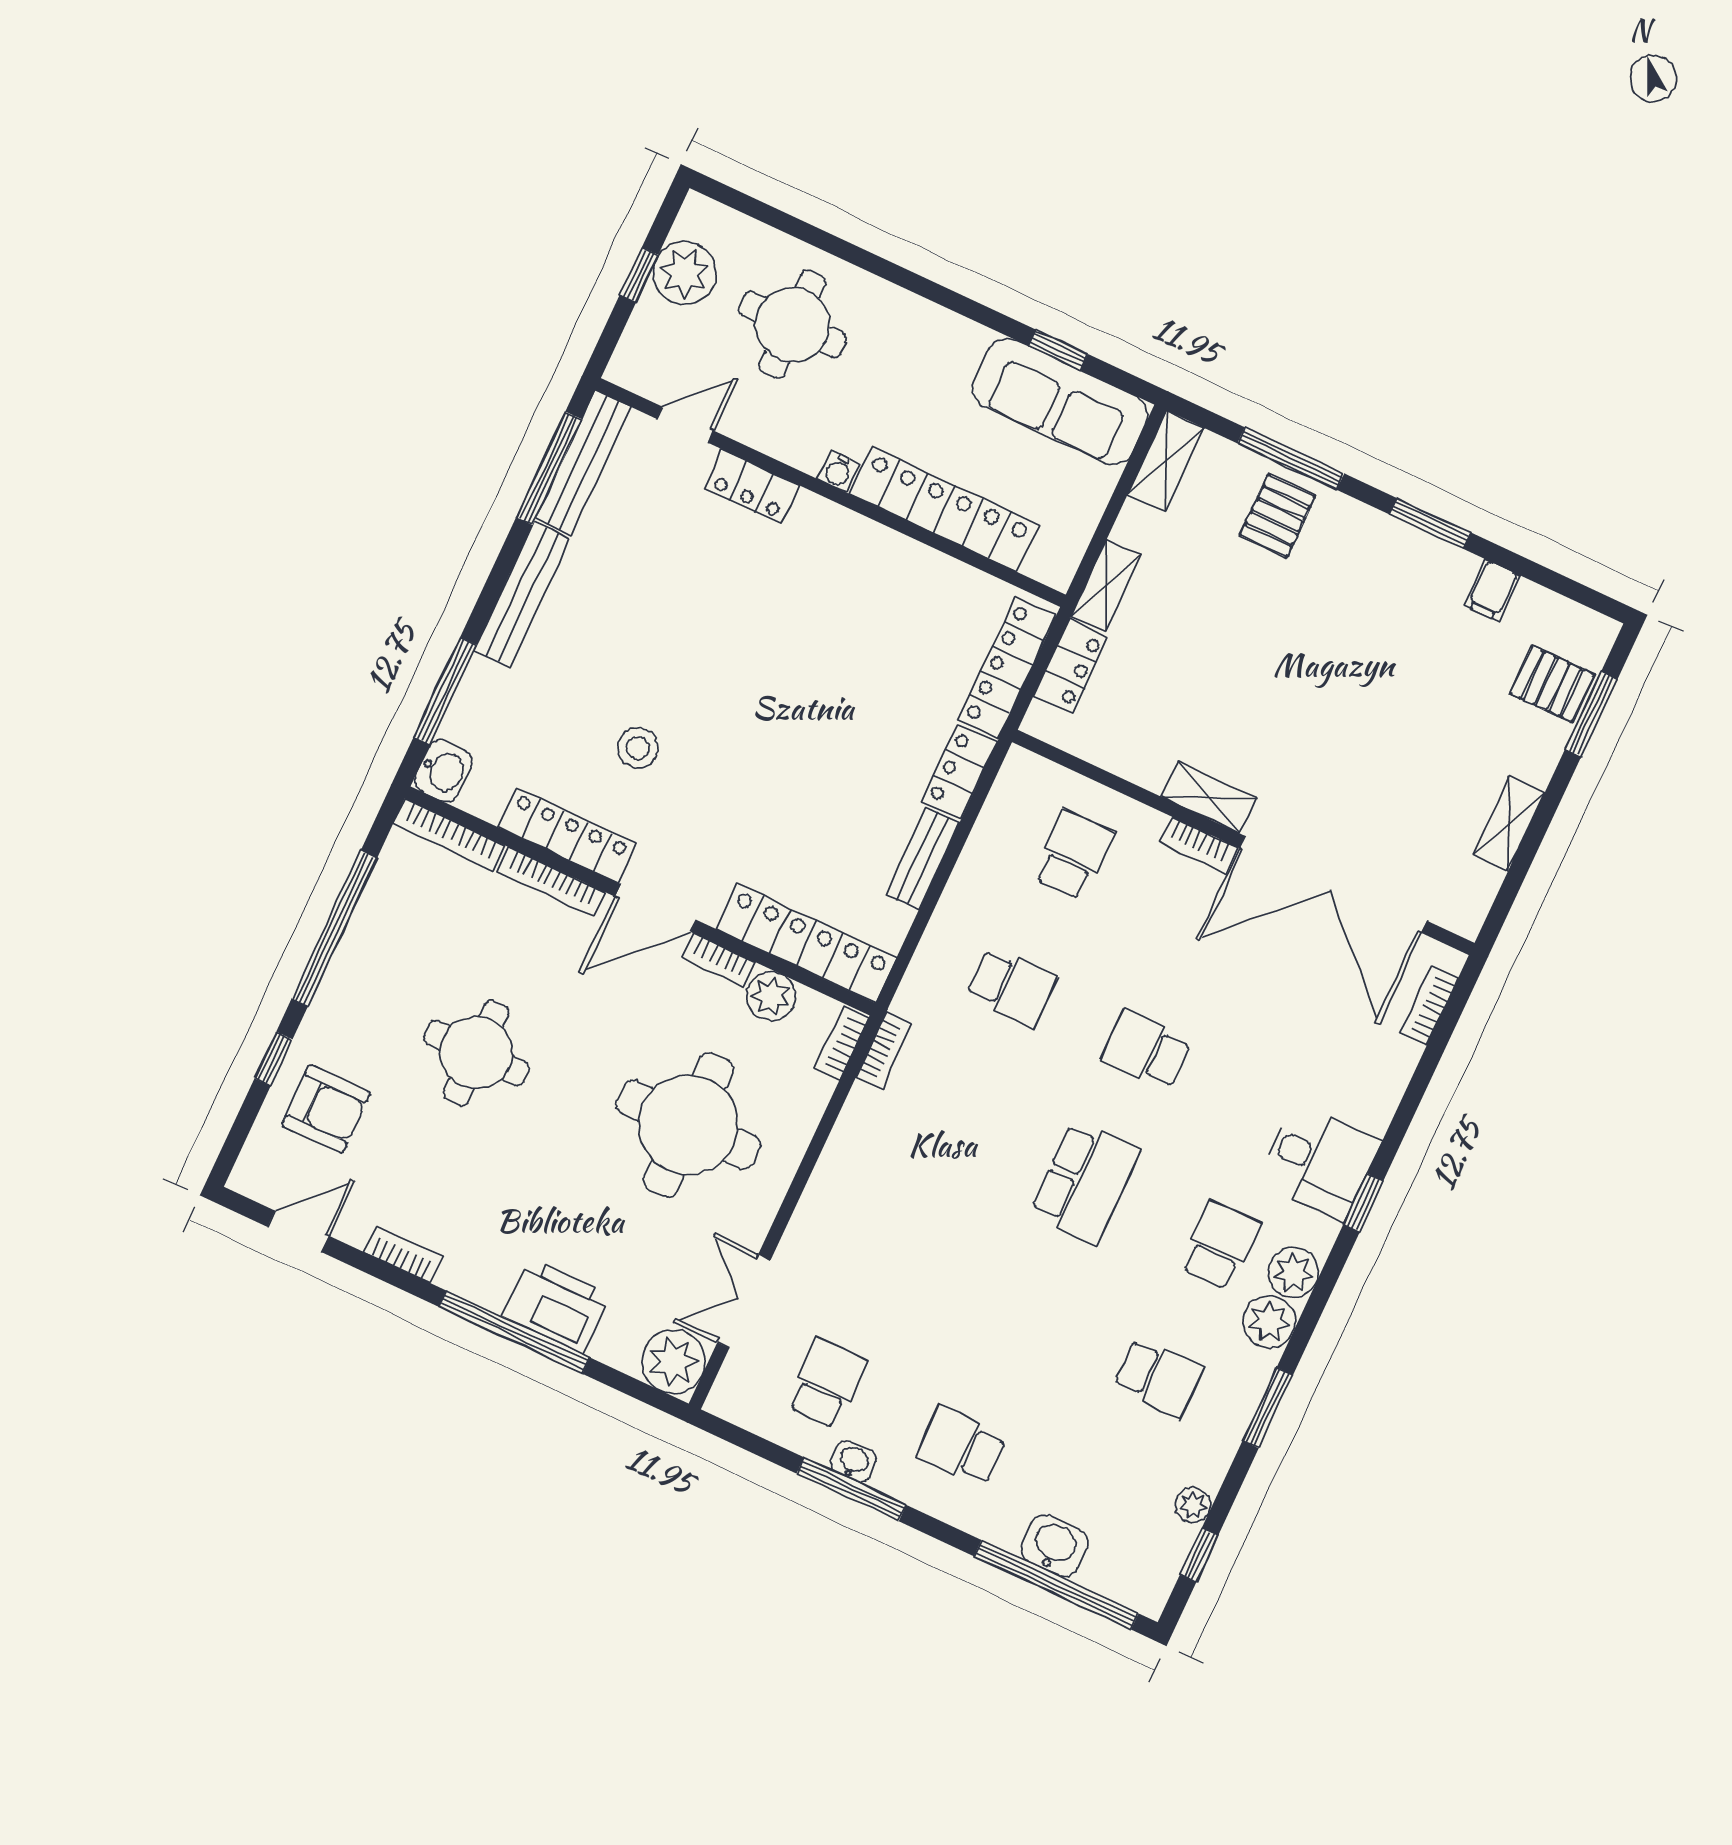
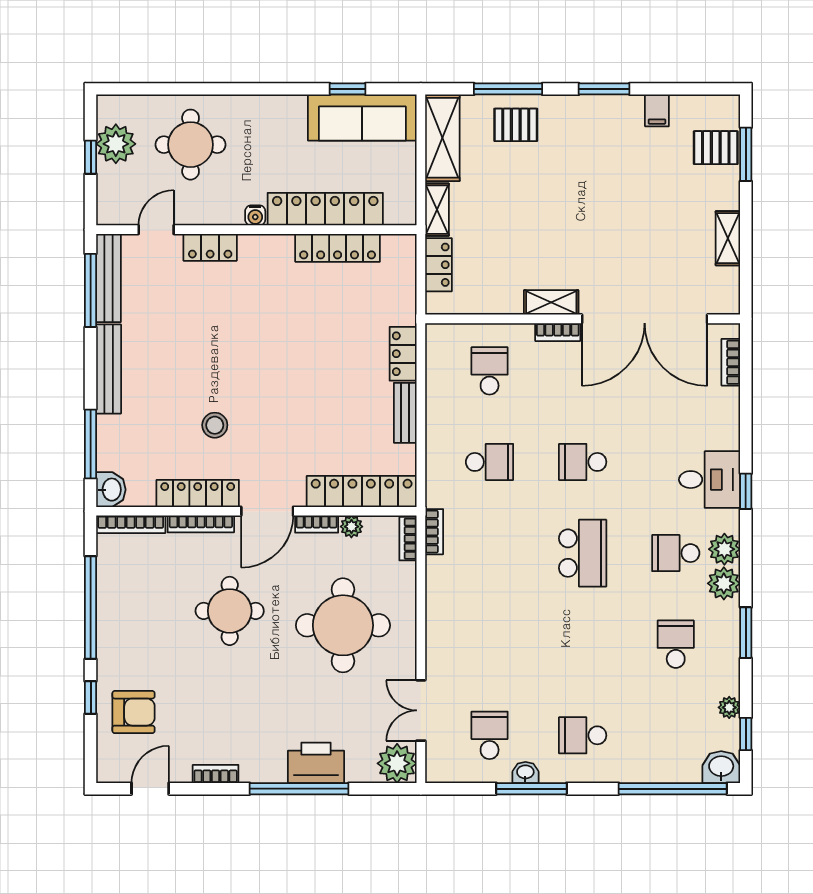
shelving: (1166, 461) -> (442, 138), width x1.50, depth x1.33
pallet: (1278, 516) -> (516, 125), turned 90
locker: (1007, 668) -> (338, 248), moved, turned -90
plant: (771, 996) -> (351, 527), width x0.73, depth x0.73
round table: (476, 1053) -> (230, 611), moved
school desk: (1220, 1245) -> (676, 553), turned -90
school desk: (1158, 1377) -> (676, 644), turned -90
washbasin: (1054, 1546) -> (721, 767), moved

